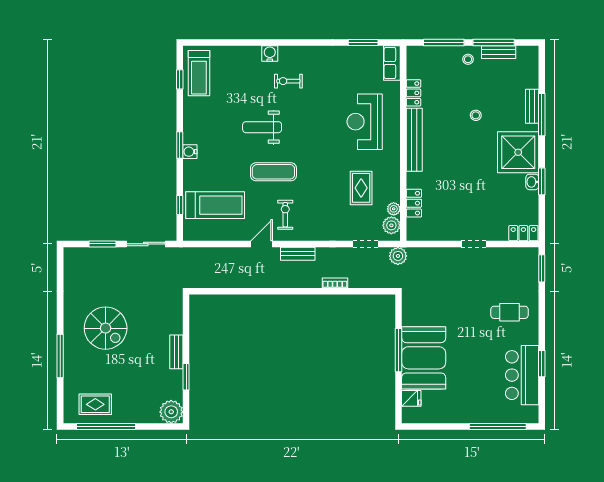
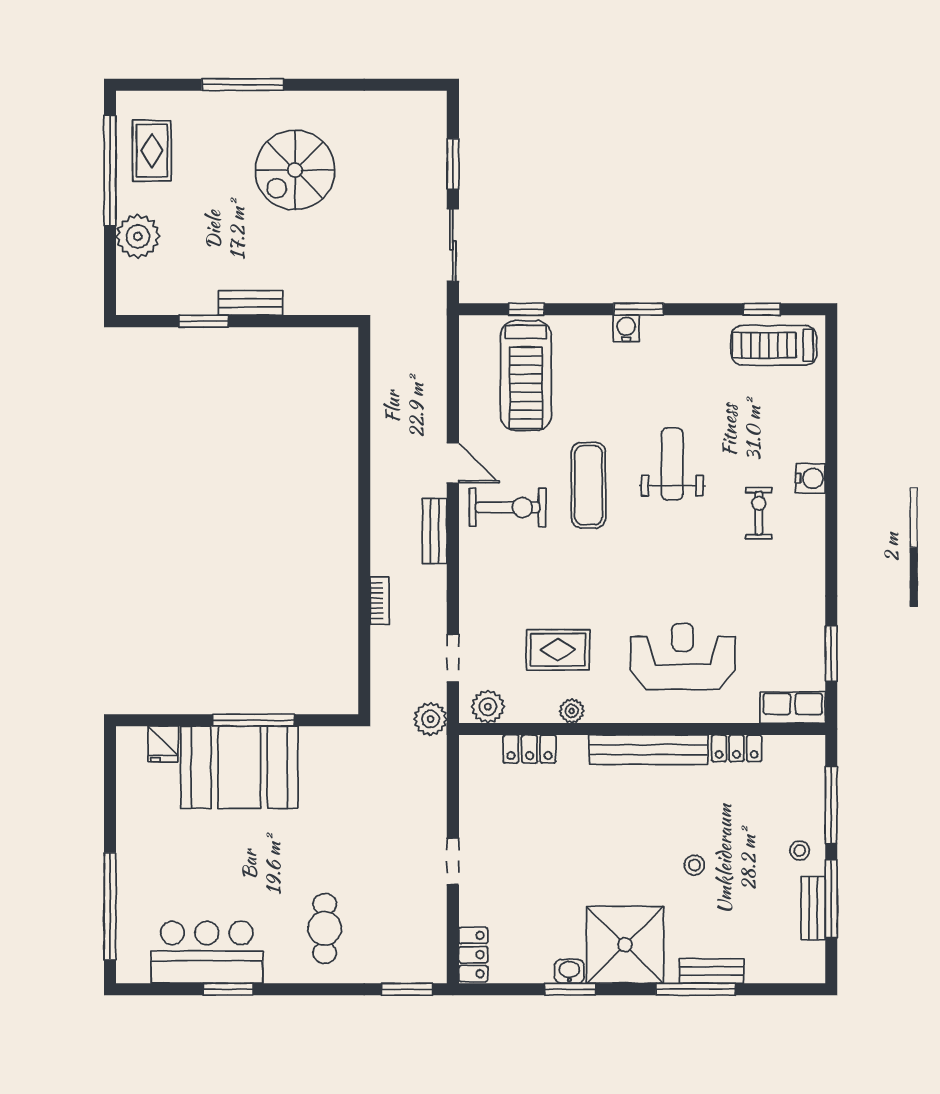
plant: (394, 209) -> (572, 711), moved
exercise bike: (285, 215) -> (508, 507), width x1.38, depth x1.39
plant: (171, 412) -> (138, 236), moved

